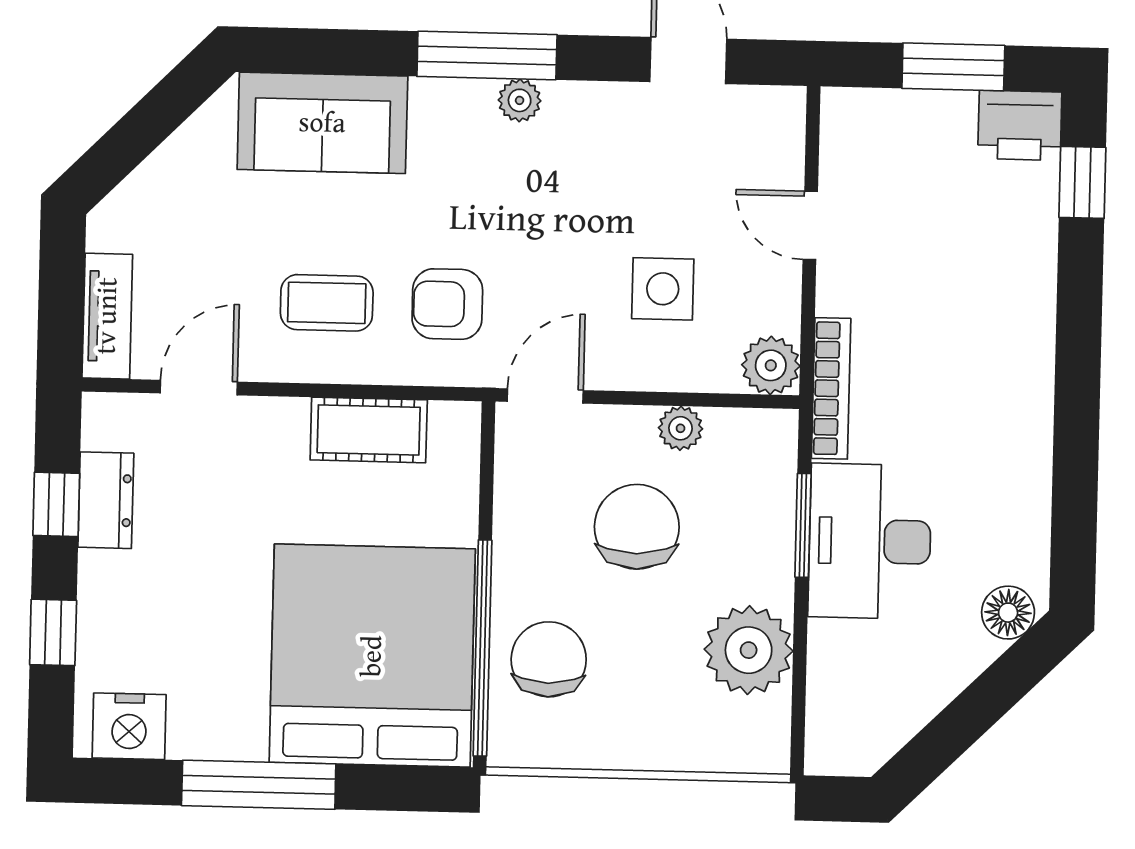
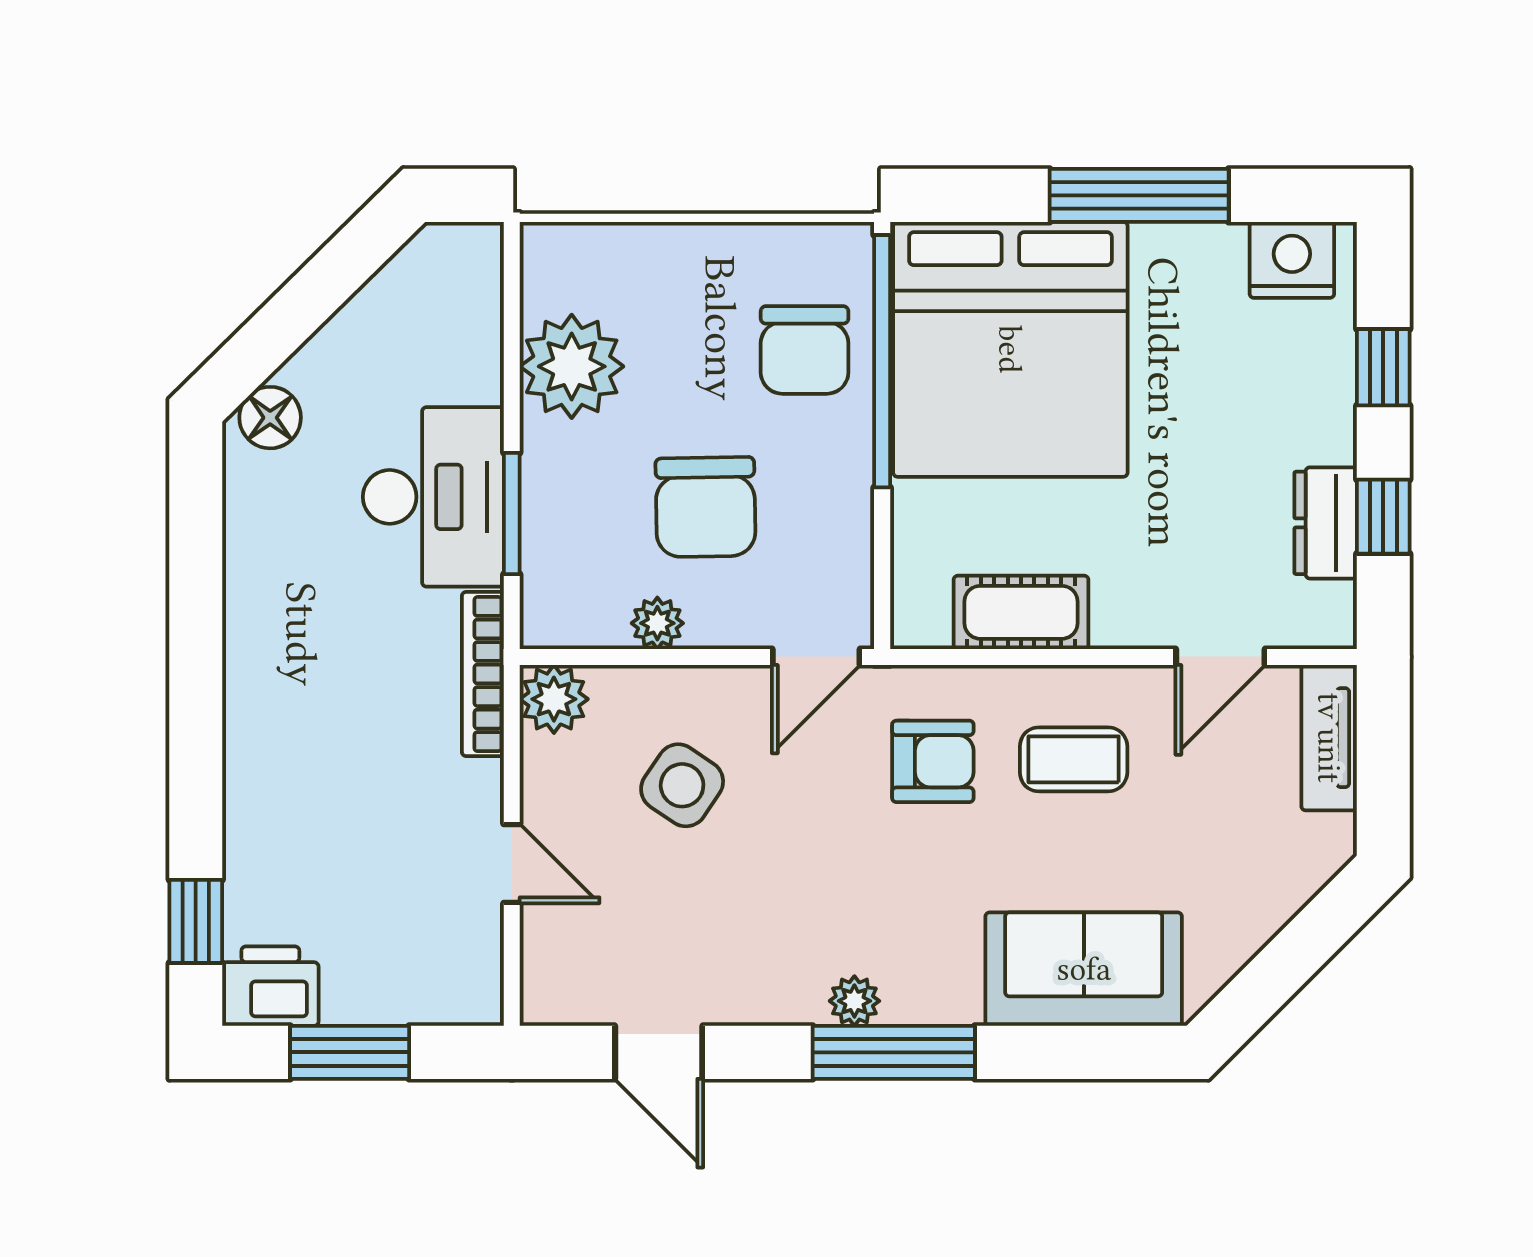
side table: (663, 289) -> (682, 785), turned 34

